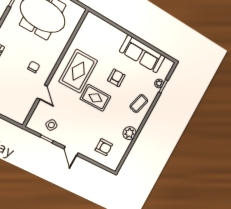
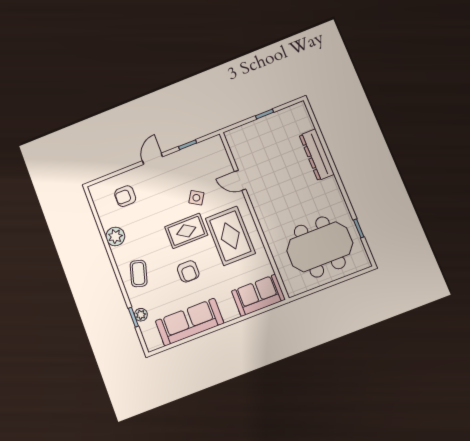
sofa: (98, 28) -> (258, 295), added
chair: (34, 67) -> (274, 193), removed
side table: (51, 125) -> (196, 198), moved
door: (71, 151) -> (153, 159), hinge flipped

